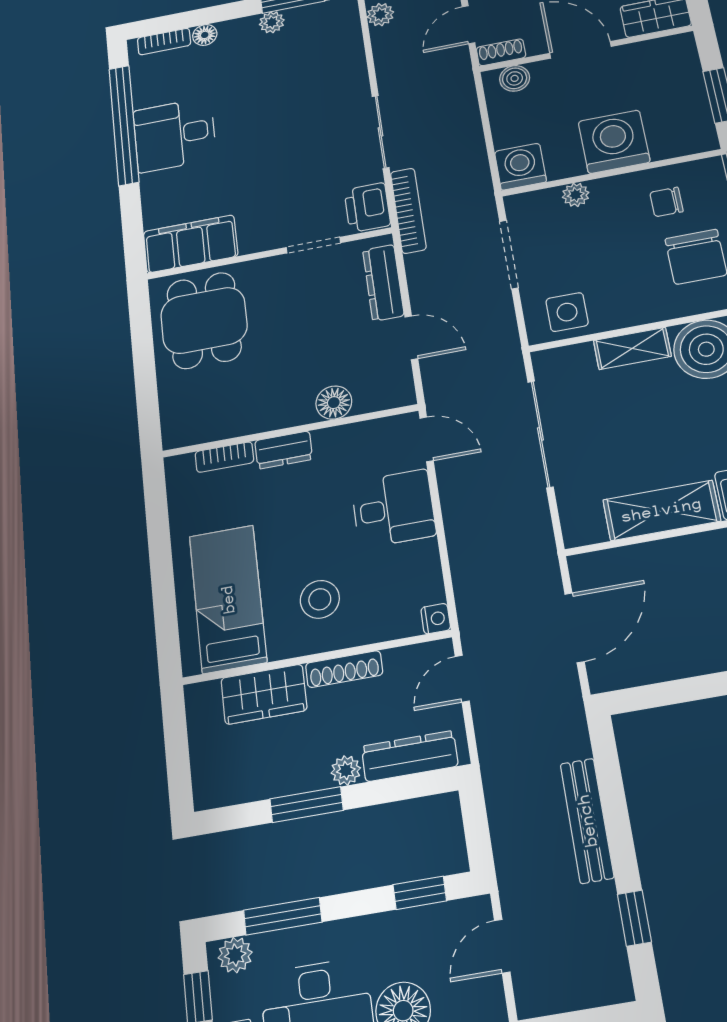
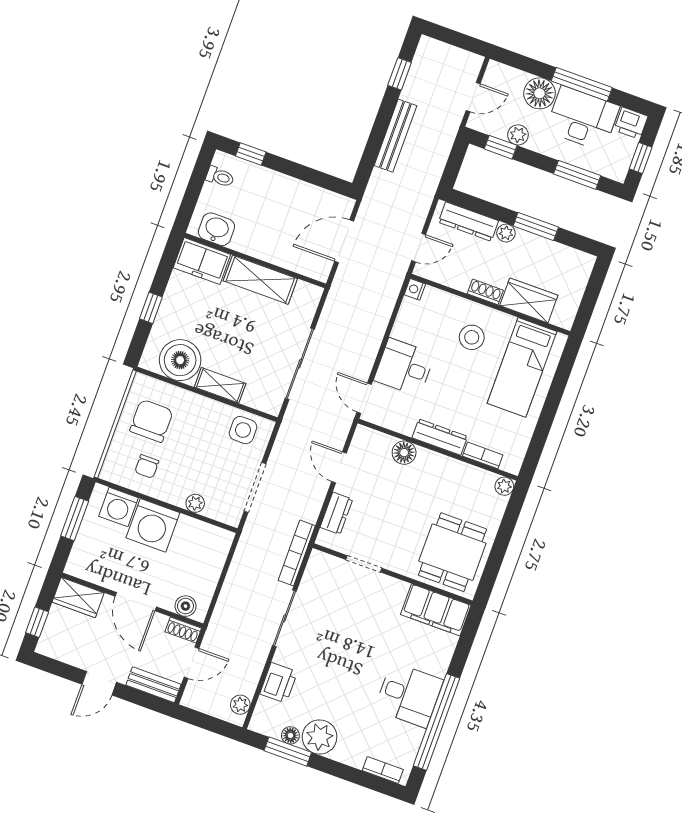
plant: (272, 22) -> (320, 737), width x1.88, depth x1.88
floor lamp: (205, 35) -> (290, 735), moved
washing machine: (520, 167) -> (119, 507), moved
chair: (666, 202) -> (147, 466), turned 90
printer: (367, 208) -> (279, 683), moved
dresser: (383, 283) -> (336, 513), width x0.70
plant: (175, 435) -> (504, 486), added
dresser: (284, 450) -> (440, 437), width x1.44
shoe rack: (344, 669) -> (485, 292), width x0.70
plant: (235, 955) -> (518, 135), moved

